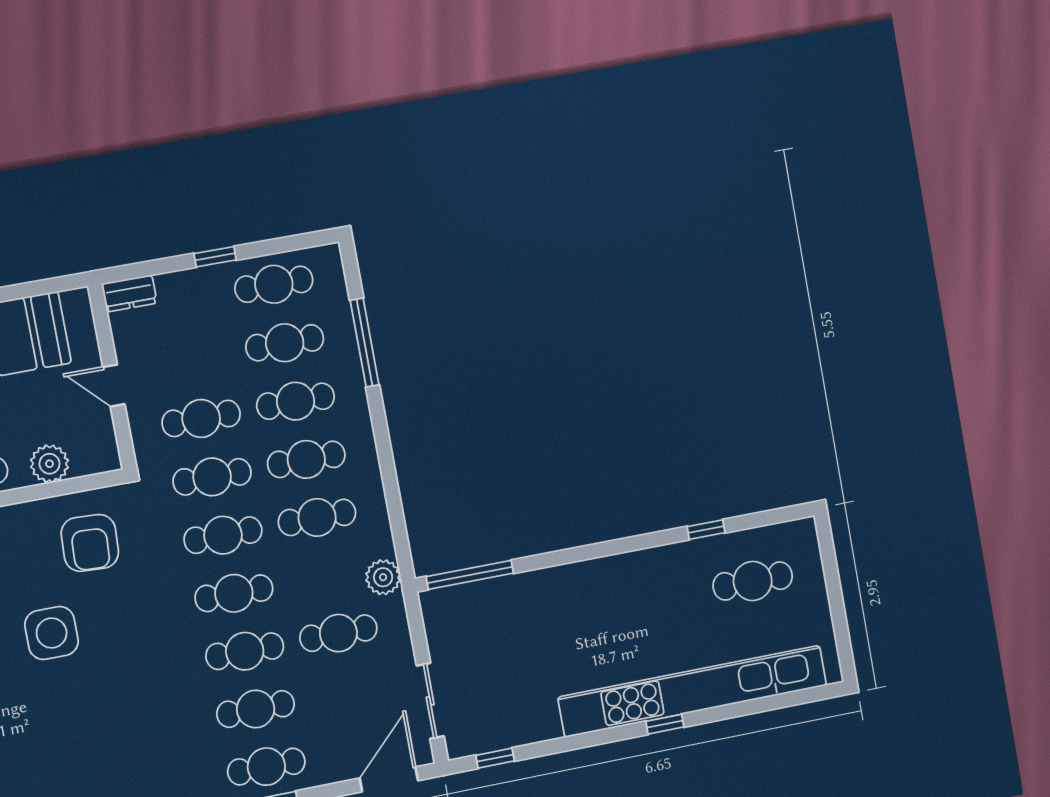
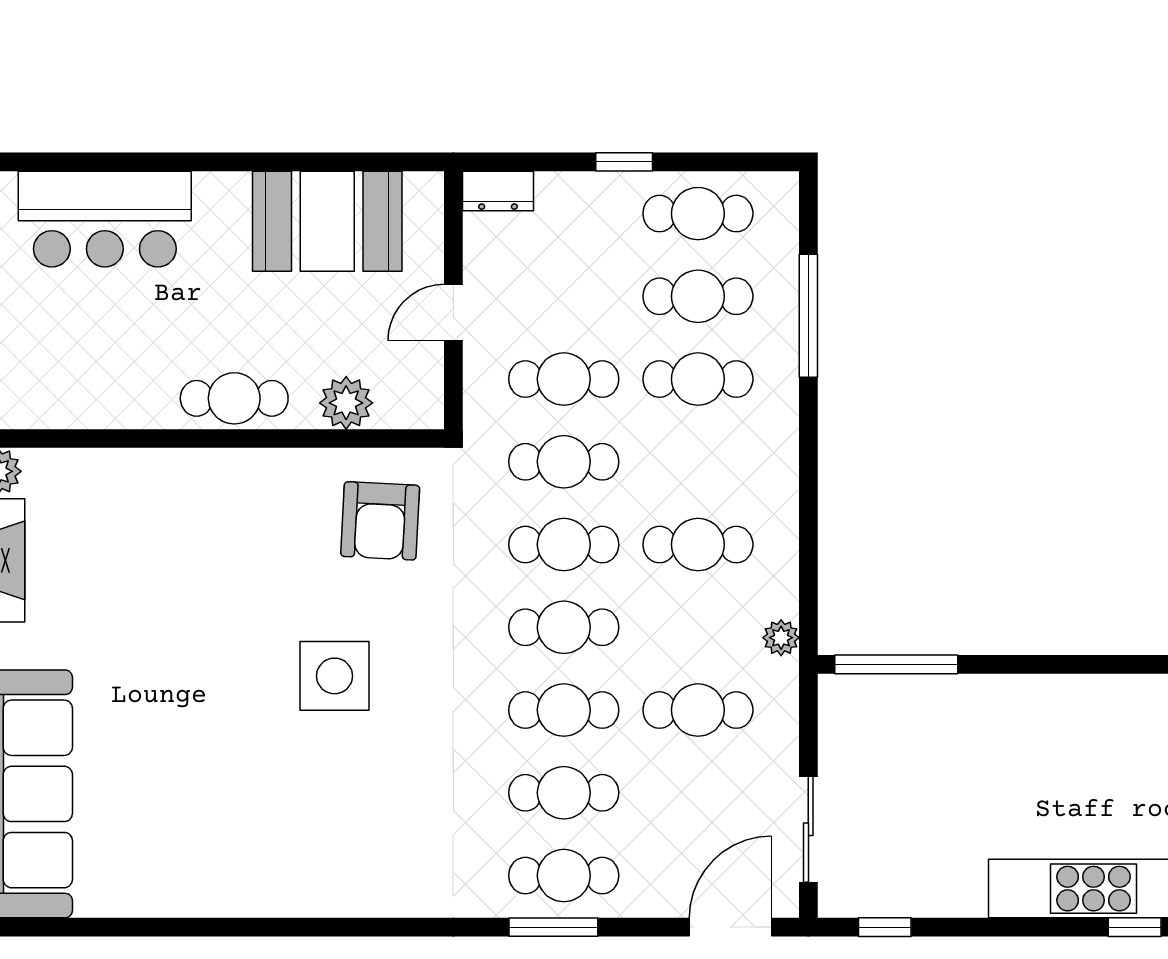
door: (114, 386) -> (453, 312), hinge flipped
cafe table: (306, 459) -> (698, 462), removed
plant: (383, 577) -> (781, 638), width x0.73, depth x0.73
side table: (52, 633) -> (335, 676), moved

